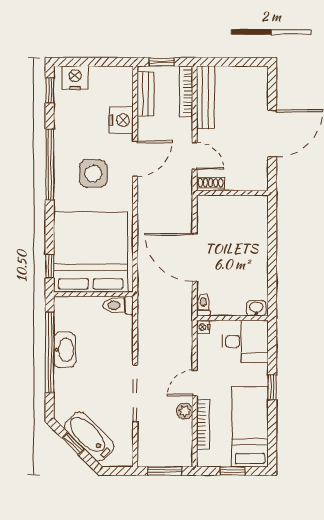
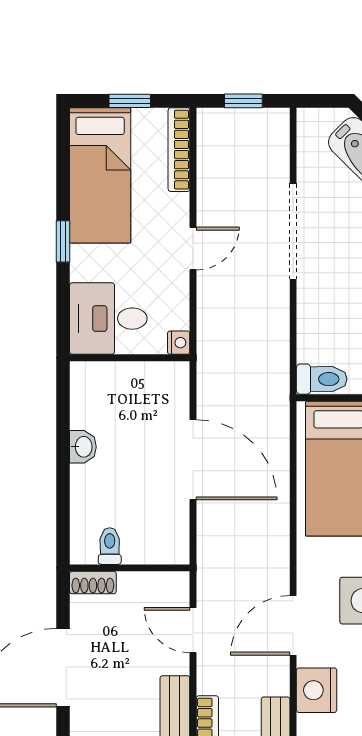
shoe rack: (211, 184) -> (93, 583), moved
toilet: (203, 305) -> (110, 546), moved, turned 180
washbasin: (256, 308) -> (83, 447), moved, turned -90
plant: (185, 411) -> (210, 201), removed
bookcase: (203, 425) -> (179, 150), moved
window: (165, 471) -> (243, 101), width x0.67

